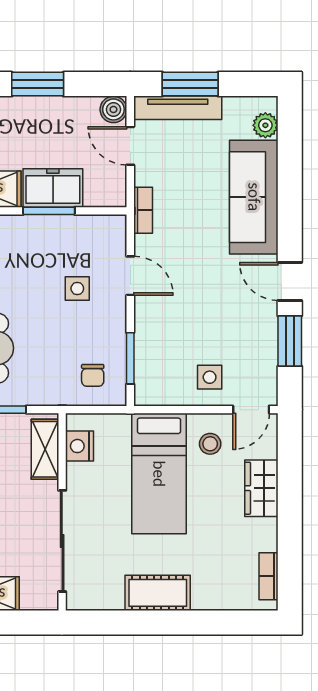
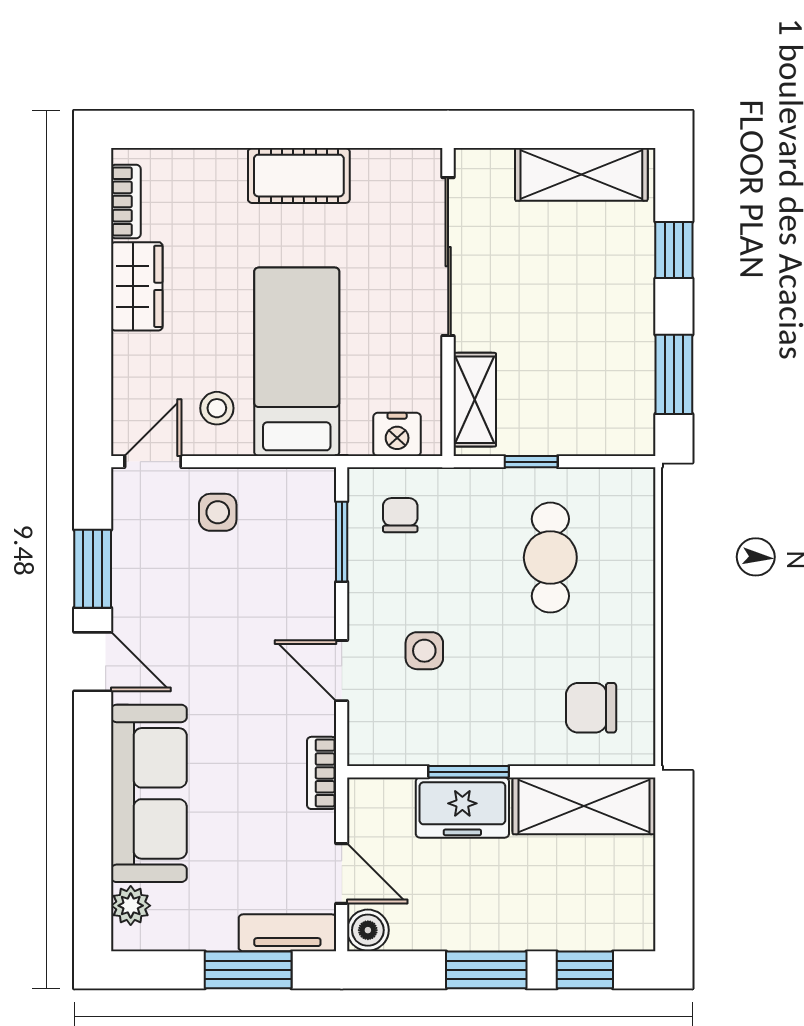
tv unit: (178, 108) -> (287, 933), width x0.71
nightstand: (80, 446) -> (397, 434), moved, turned 90
wardrobe: (261, 488) -> (137, 286), moved

